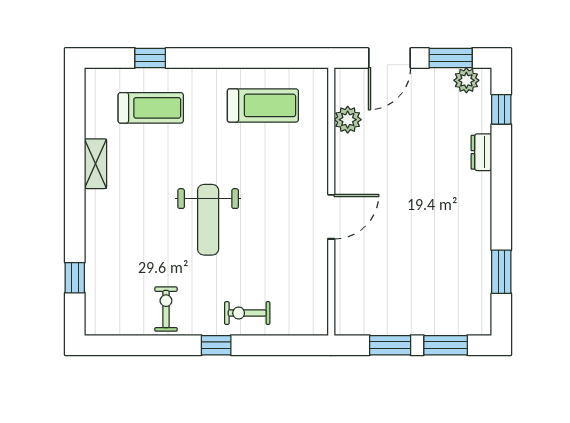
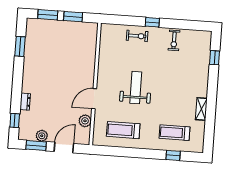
plant: (466, 80) -> (42, 136), moved
door: (331, 217) -> (94, 99), moved
weight bench: (208, 220) -> (136, 88), moved

